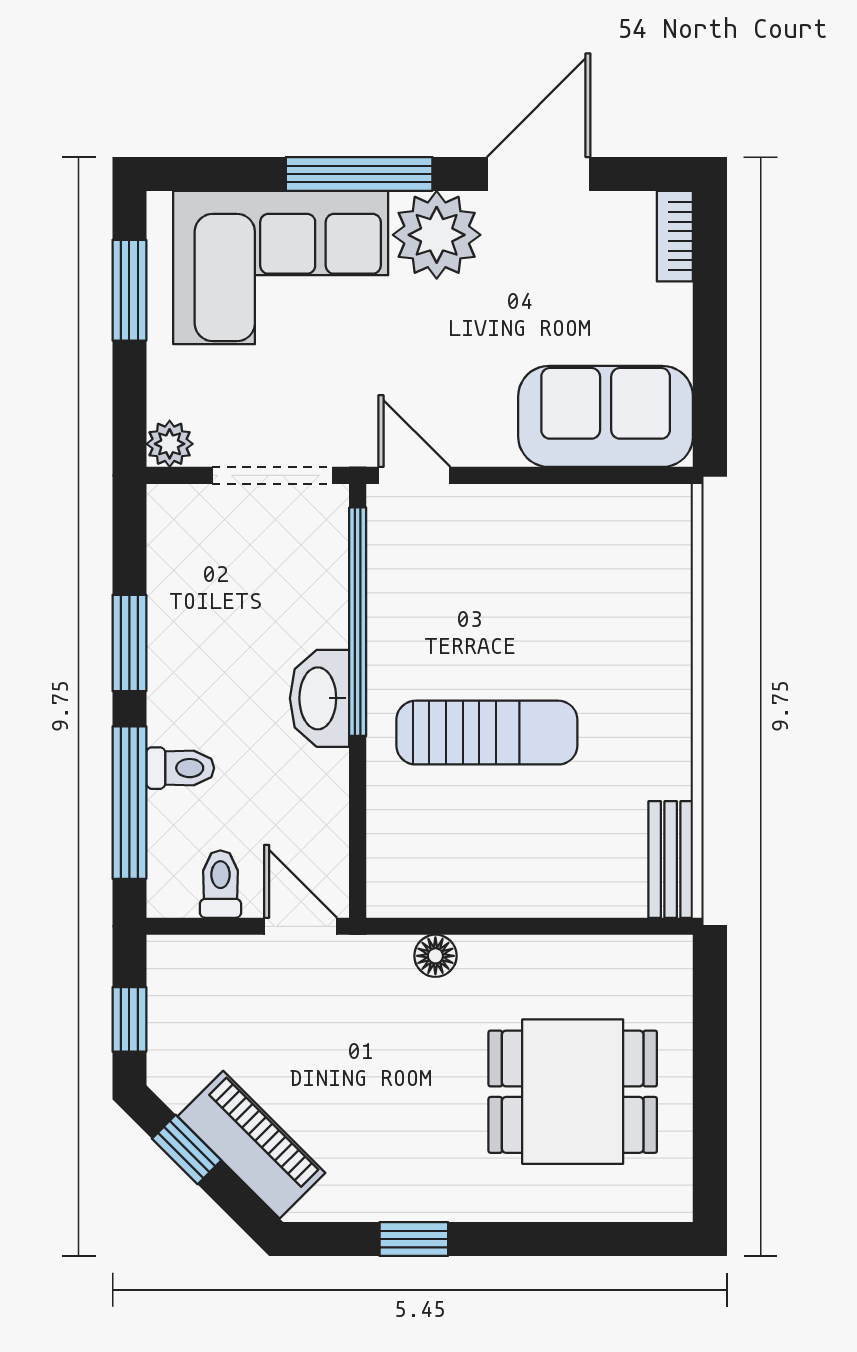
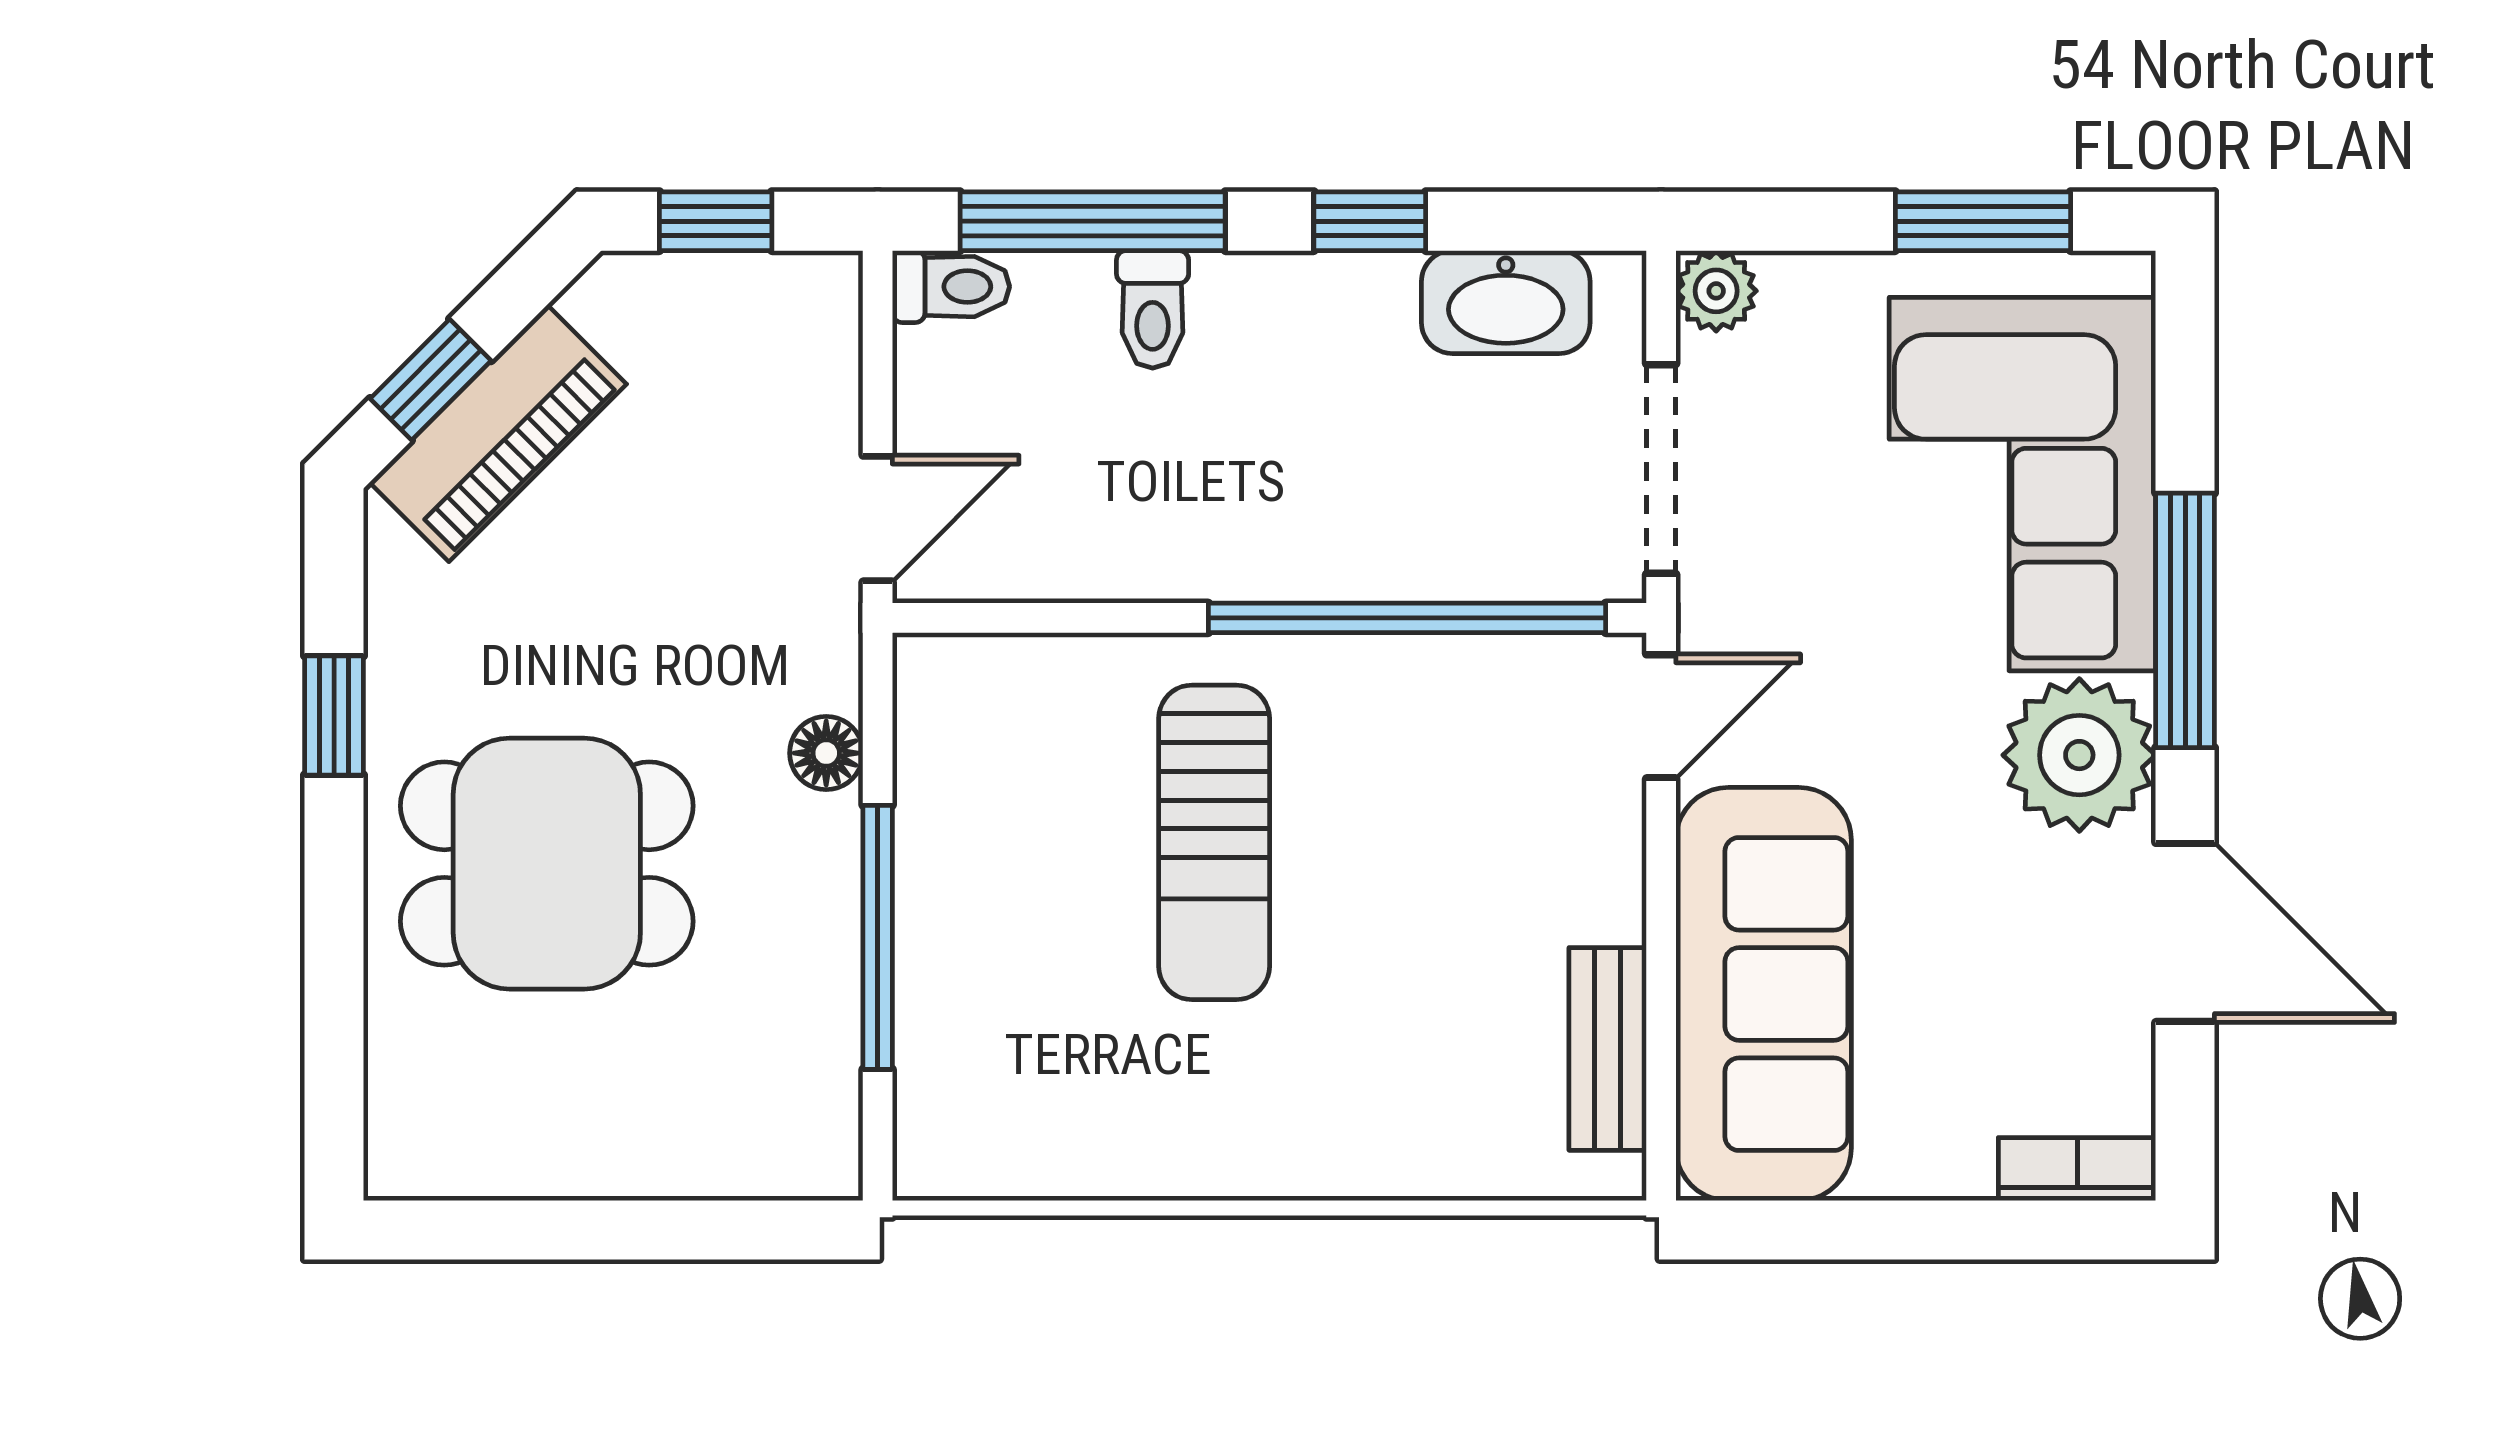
sofa: (606, 416) -> (1764, 994), width x1.36
window: (129, 643) -> (1370, 221), width x0.67
washbasin: (320, 698) -> (1506, 302), moved, turned 180
bench: (671, 859) -> (1608, 1049), moved, turned 90
toilet: (220, 884) -> (951, 287), moved
window: (542, 926) -> (878, 937), added
dining table: (573, 1092) -> (547, 864), moved, turned 90
window: (187, 1149) -> (431, 380), moved

